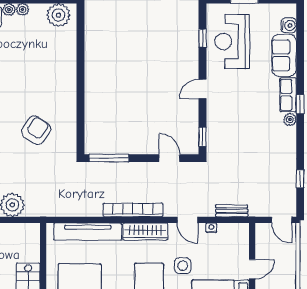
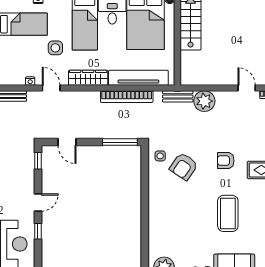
window: (203, 38) -> (38, 231), moved
side table: (63, 142) -> (160, 156), added
bench: (43, 210) -> (178, 96), added
bookcase: (133, 210) -> (127, 97), moved

